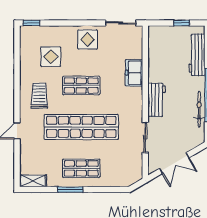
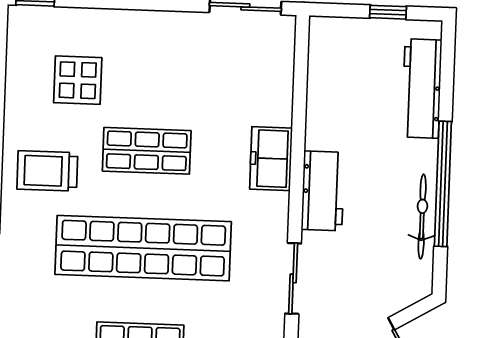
display table: (88, 39) -> (166, 43), removed
freezer: (134, 73) -> (271, 159), moved
trolley: (39, 96) -> (47, 171), turned -90

